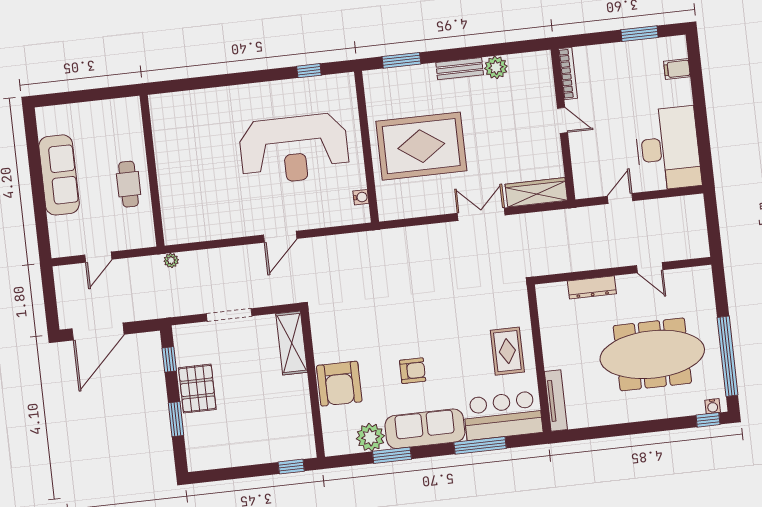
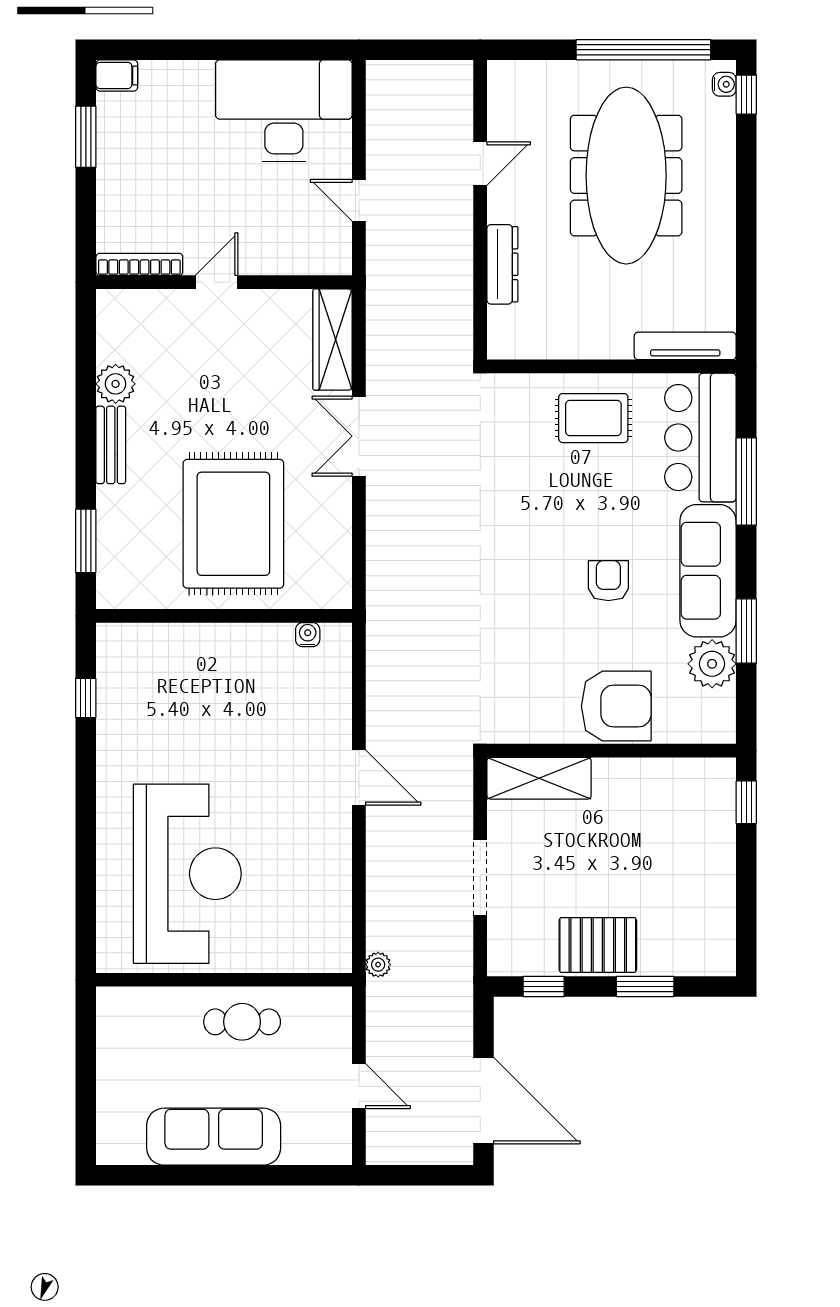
filing cabinet: (677, 69) -> (117, 75), moved, turned -90
reception desk: (294, 149) -> (187, 874), moved

